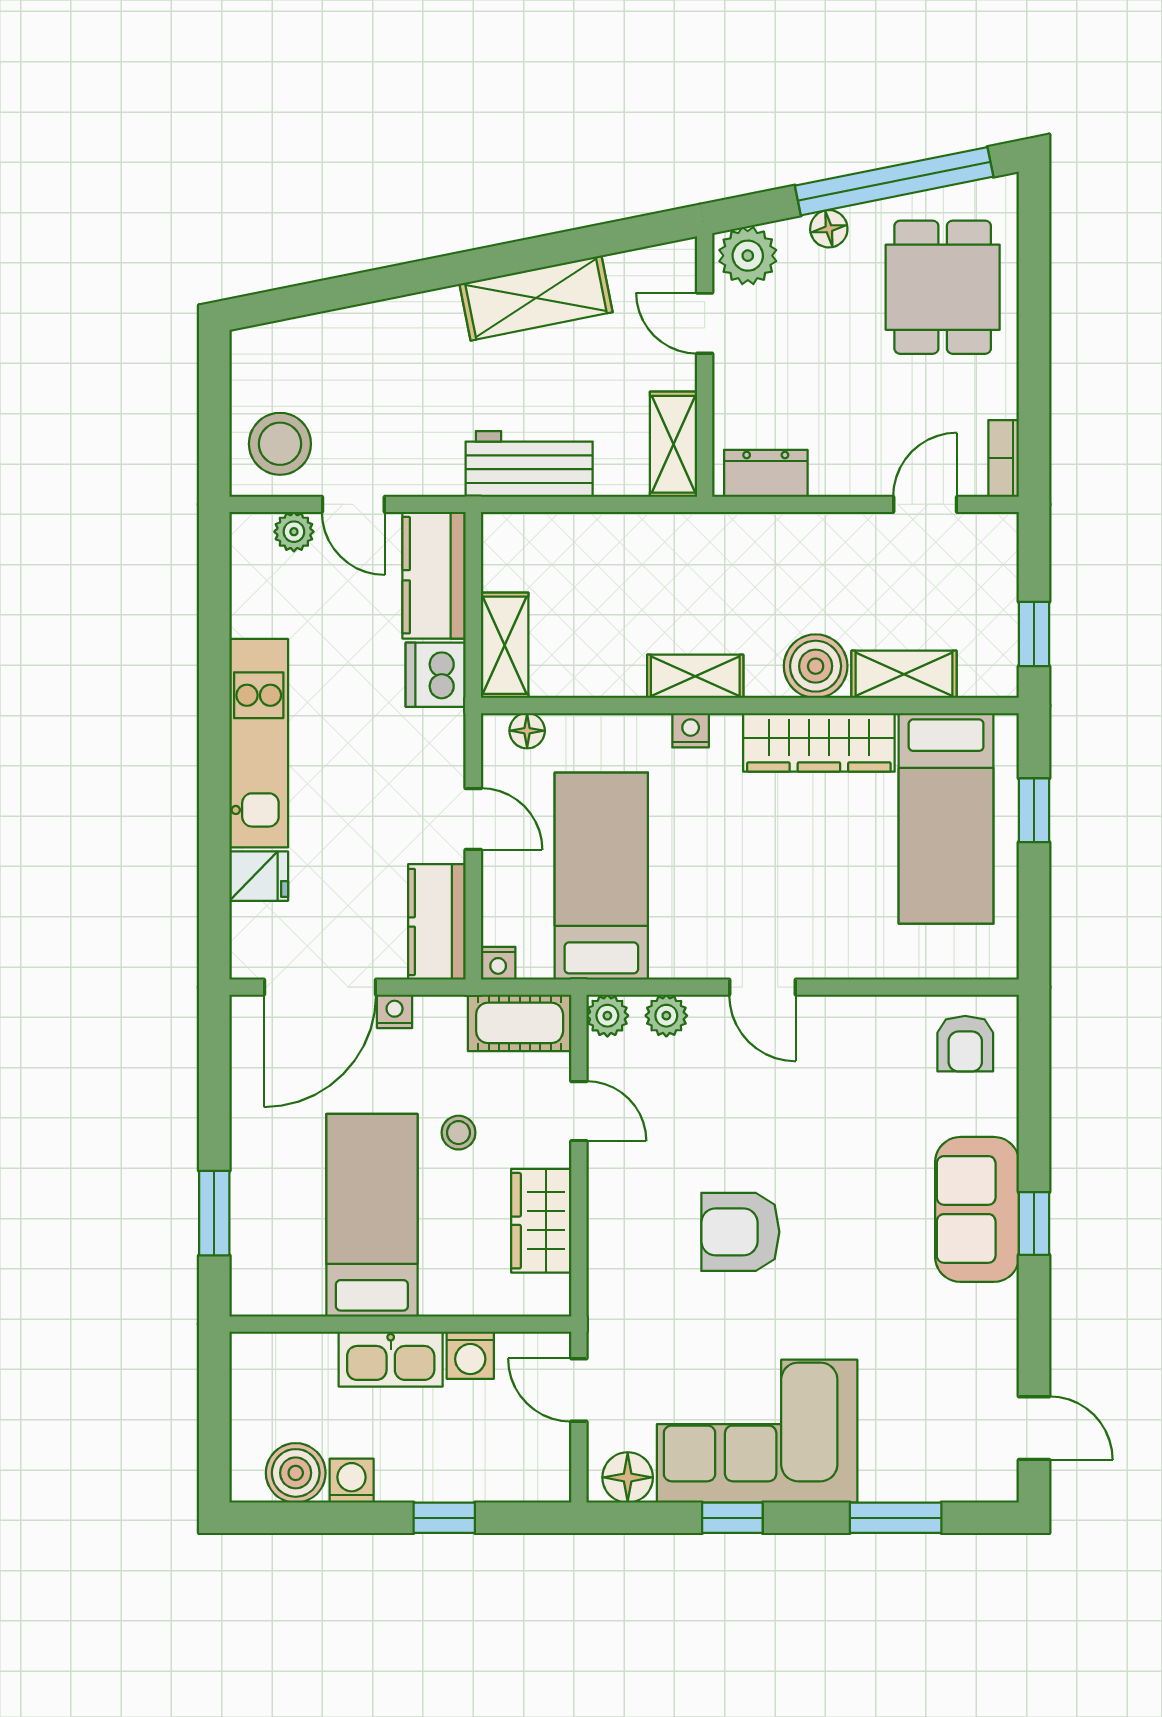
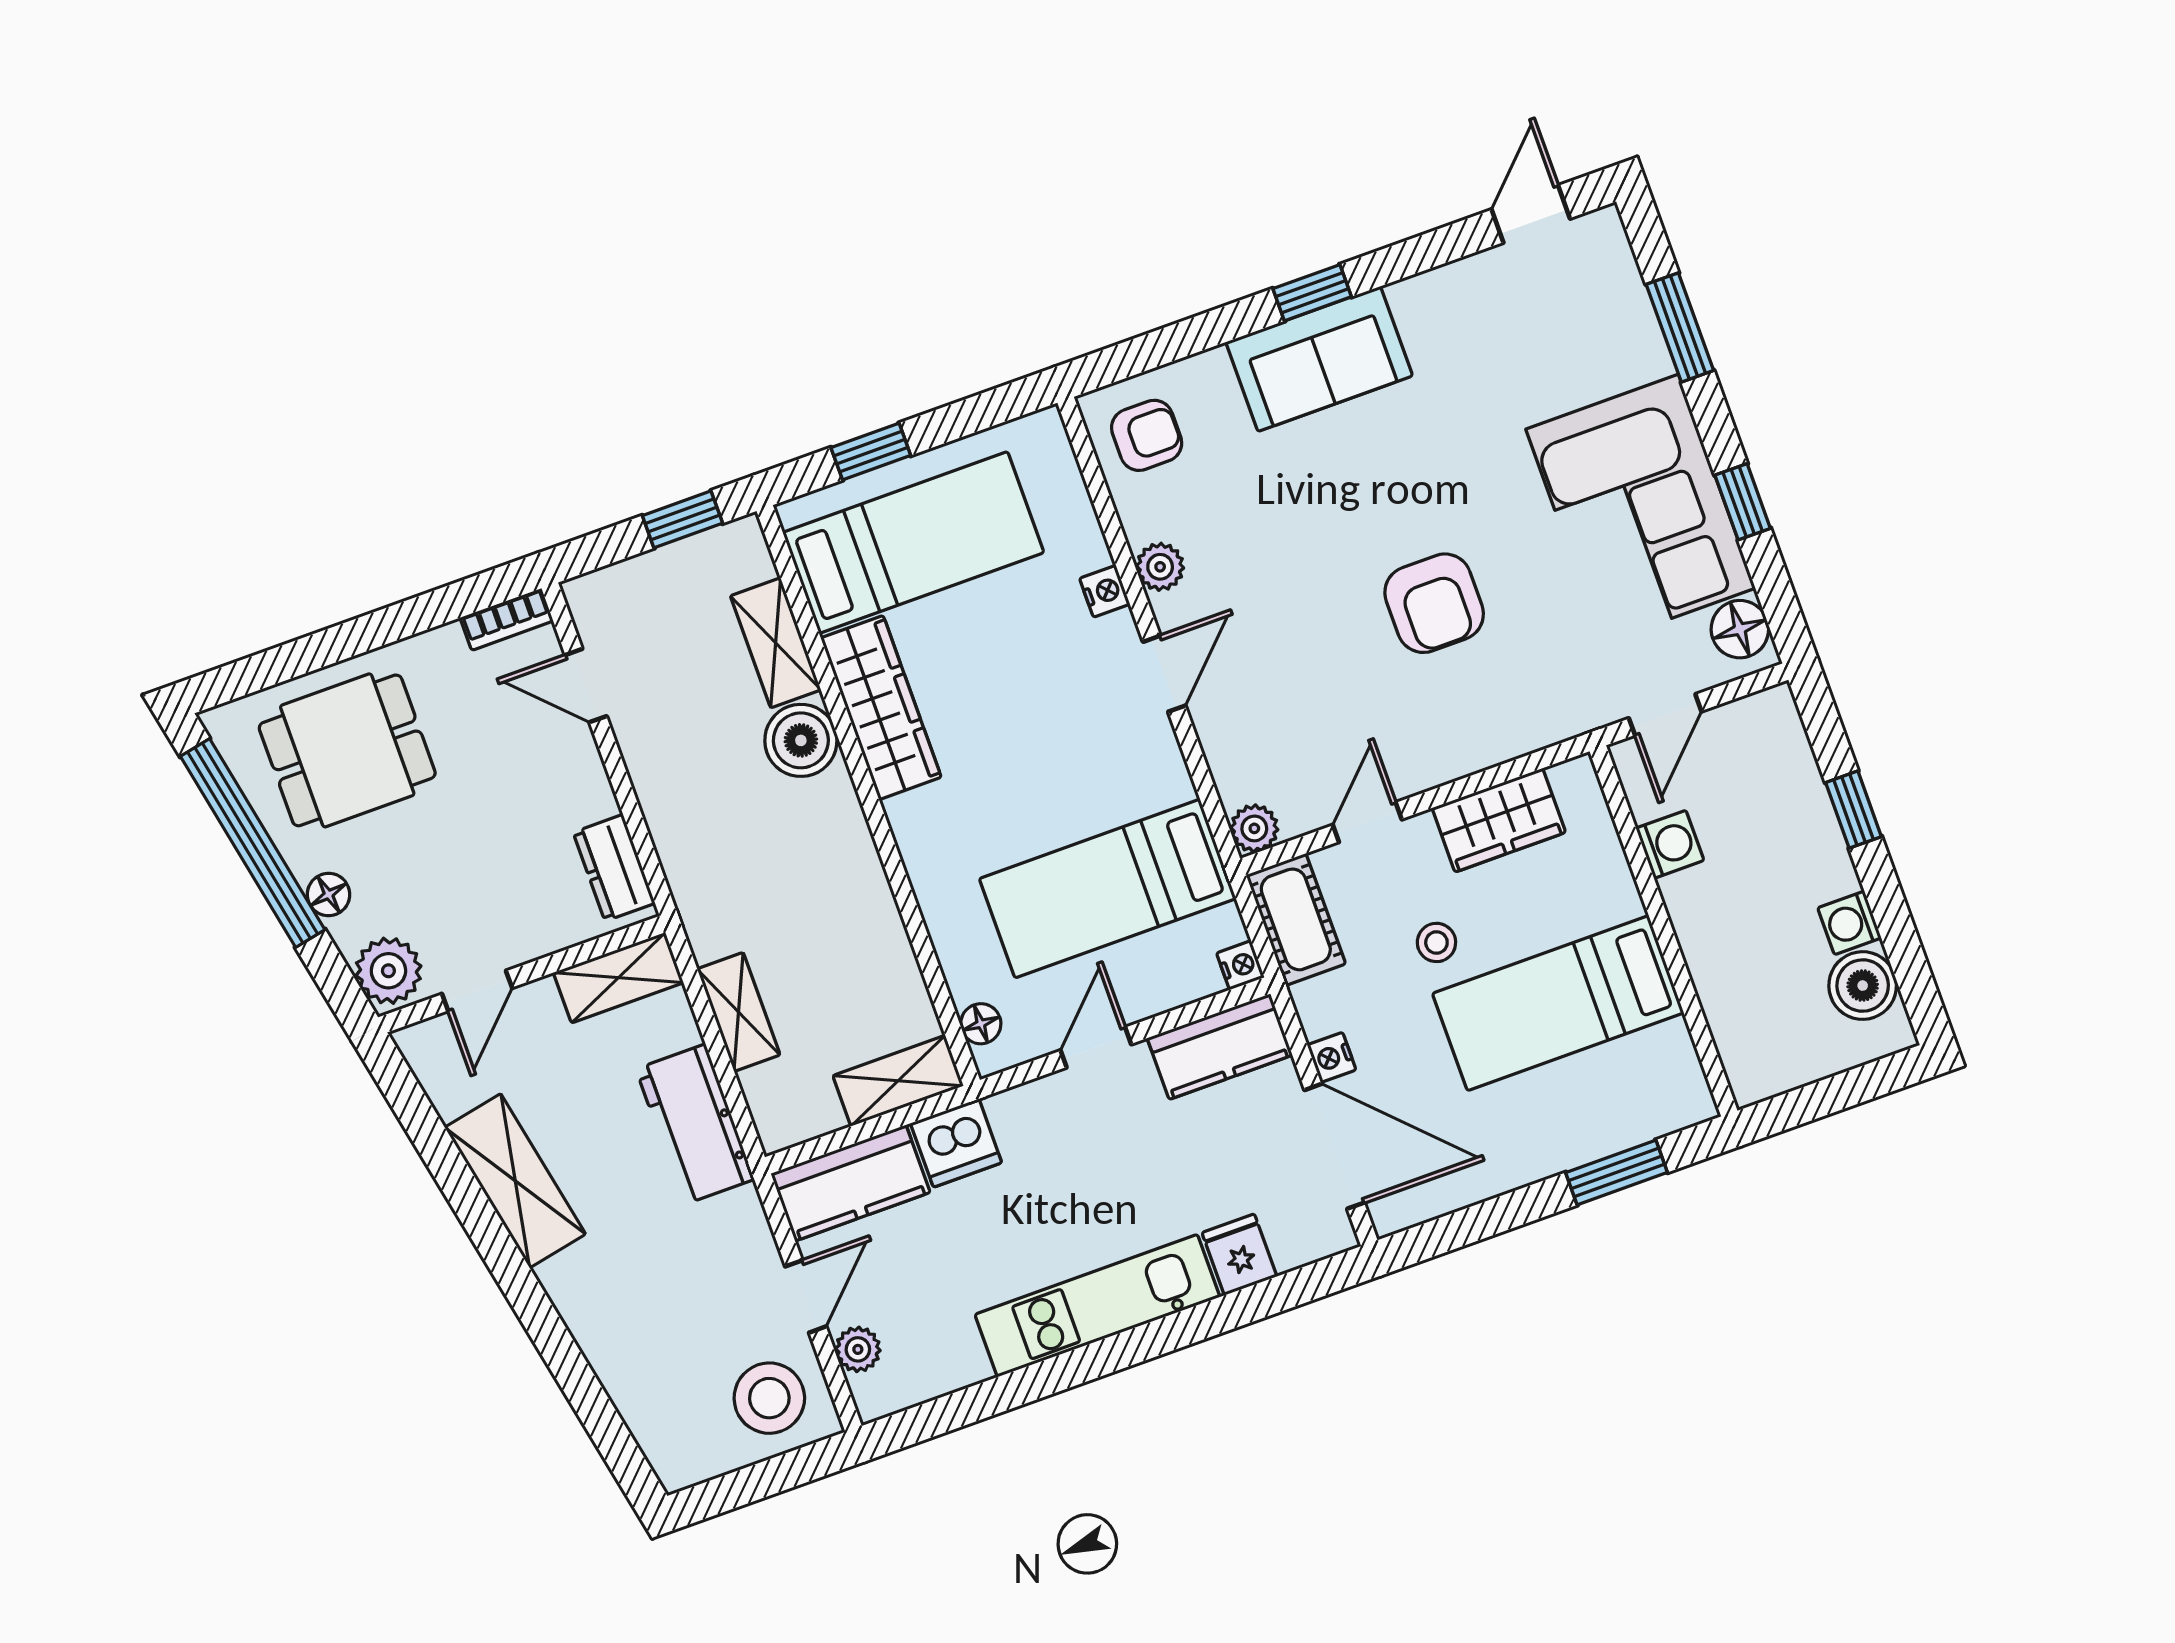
shelving: (695, 676) -> (739, 1012), moved
nightstand: (691, 730) -> (1105, 591), moved, turned 180
plant: (666, 1016) -> (1160, 567), moved
kitchen sink: (391, 1359) -> (1705, 928), removed

